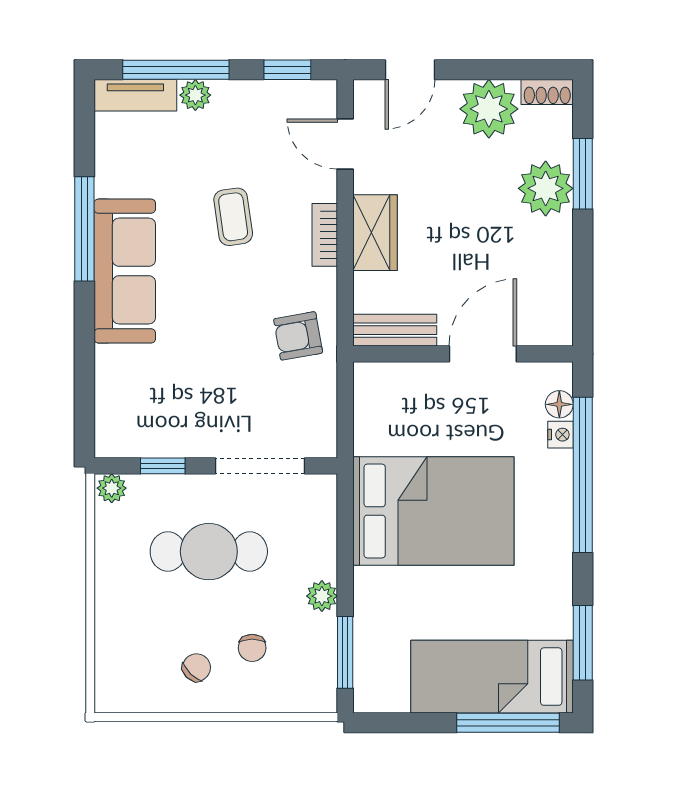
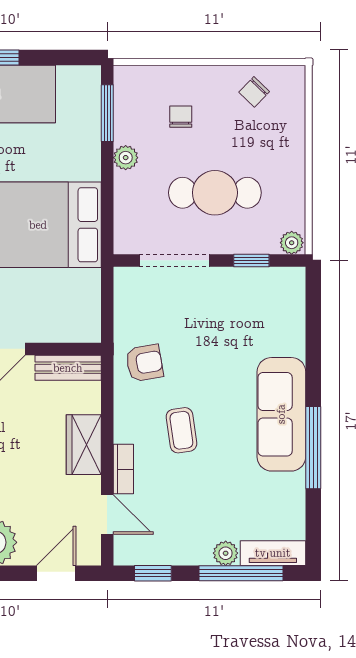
coffee table: (233, 217) -> (181, 430), moved
bookcase: (325, 235) -> (123, 469), moved
chair: (197, 668) -> (254, 92), moved

